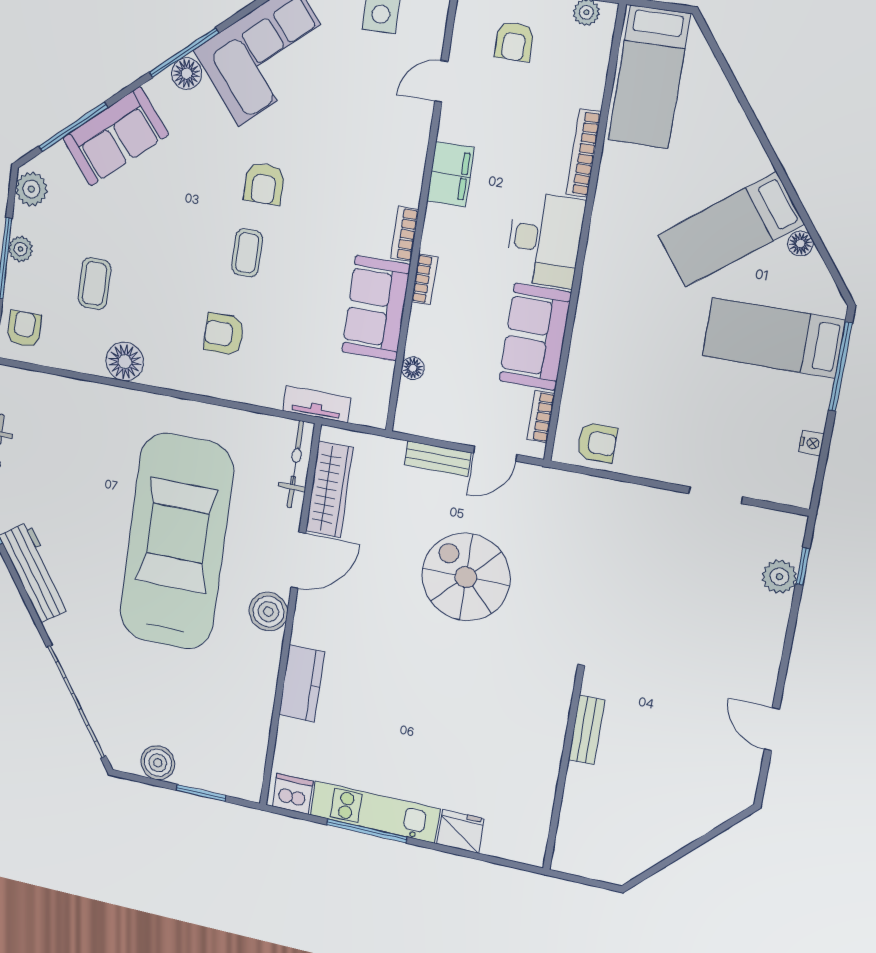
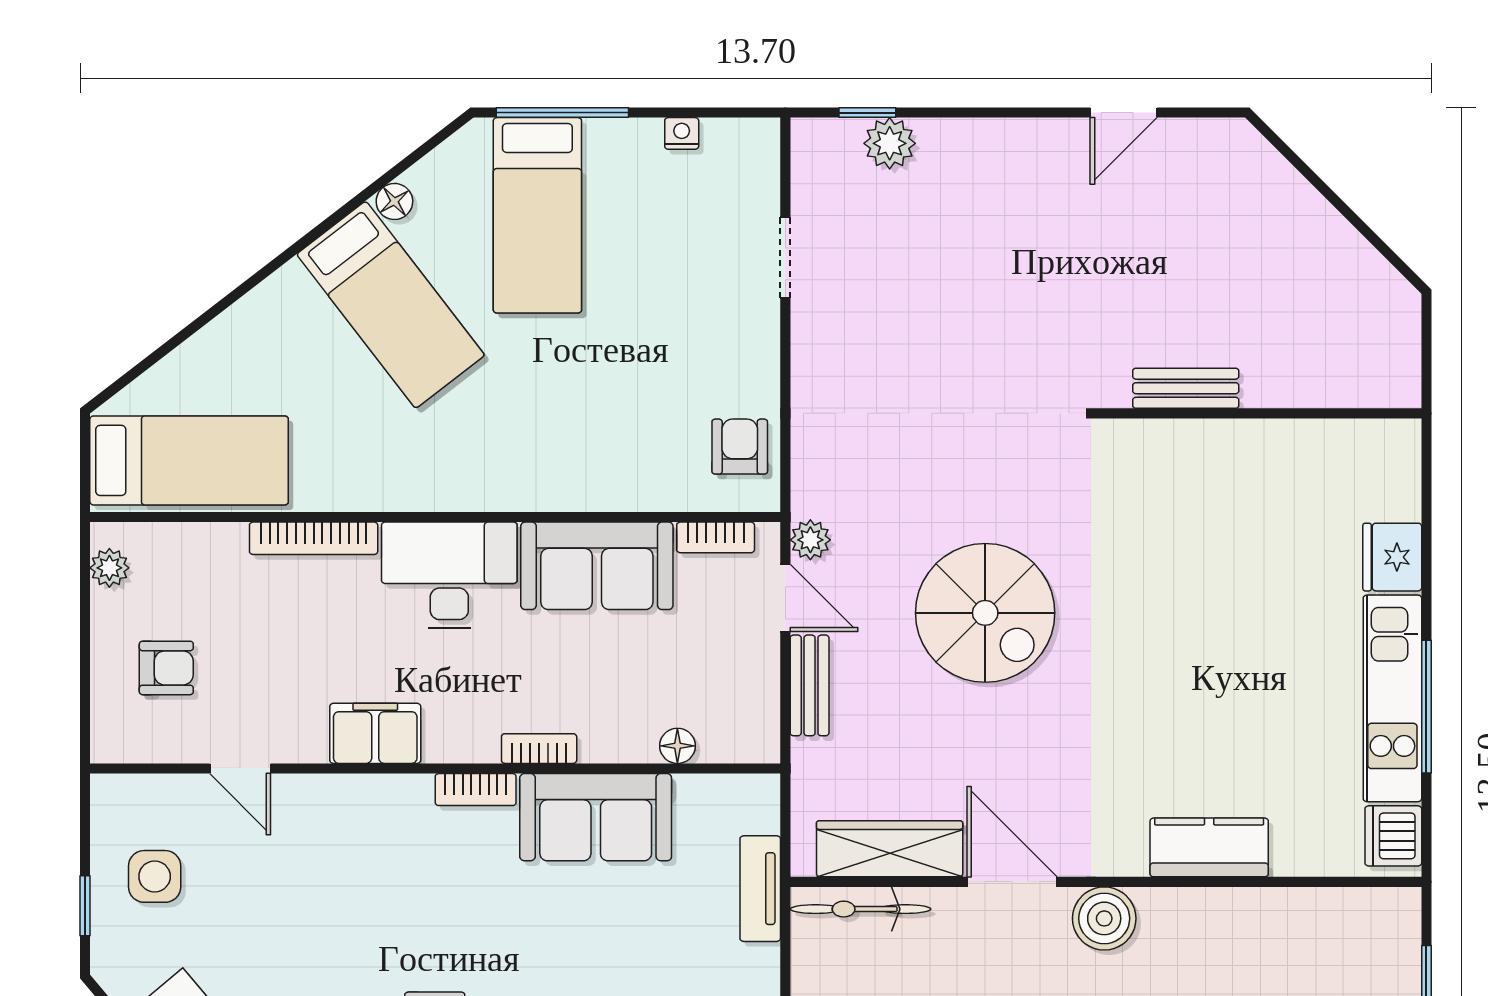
plant: (530, 477) -> (810, 540), added
spiral stairs: (466, 577) -> (985, 613), turned -90

